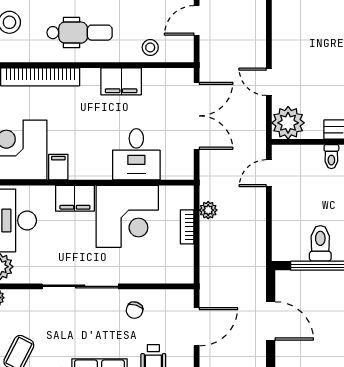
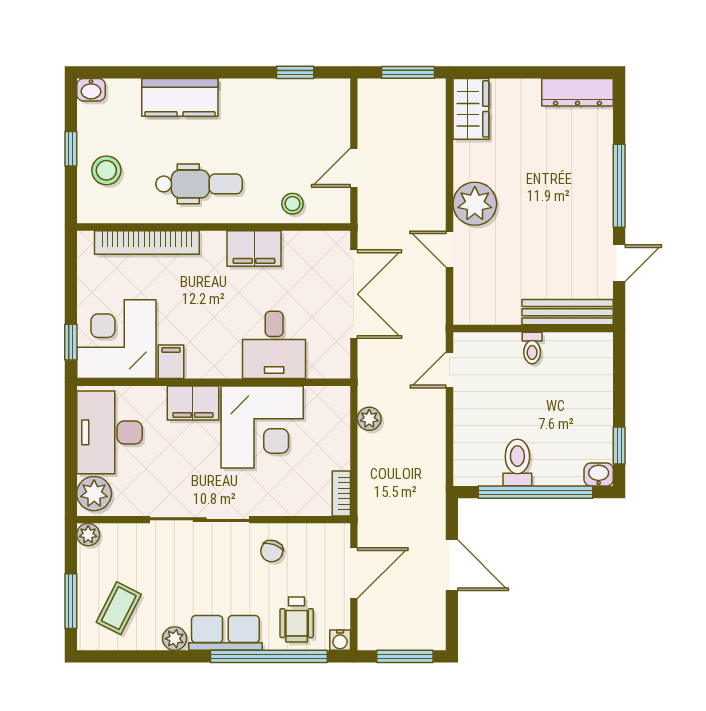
plant: (288, 123) -> (475, 204), moved
bookcase: (187, 227) -> (341, 494), moved

